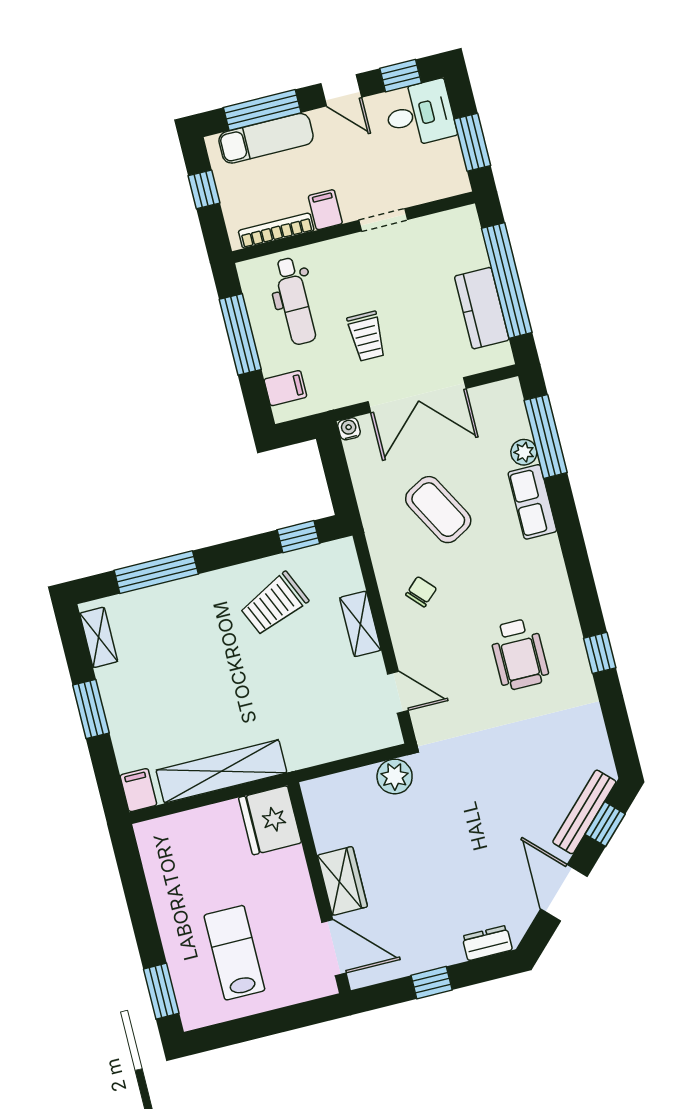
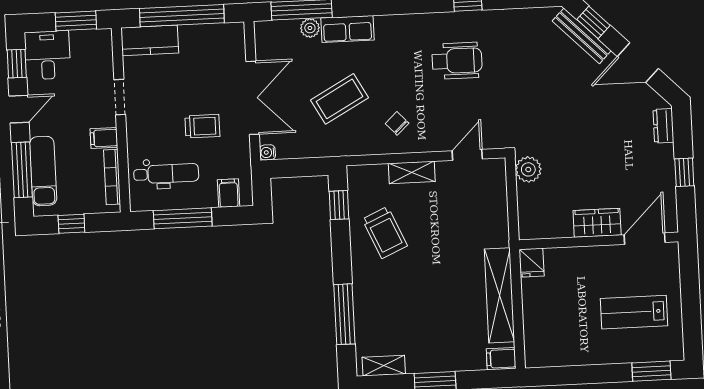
kitchen counter: (482, 308) -> (150, 40), moved
fridge: (270, 820) -> (532, 263), width x0.53, depth x0.75

